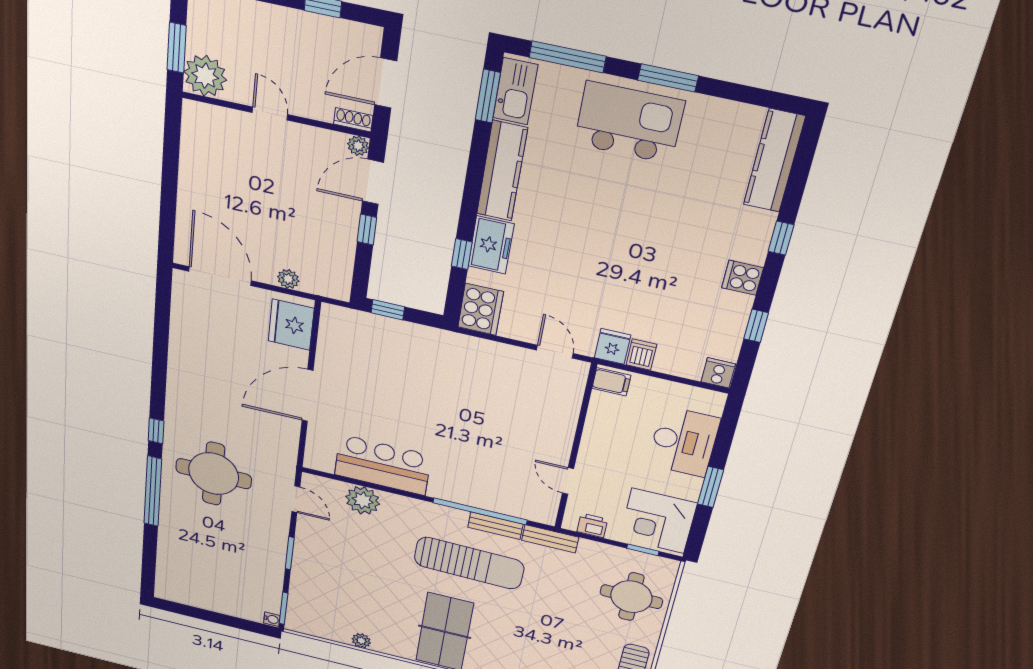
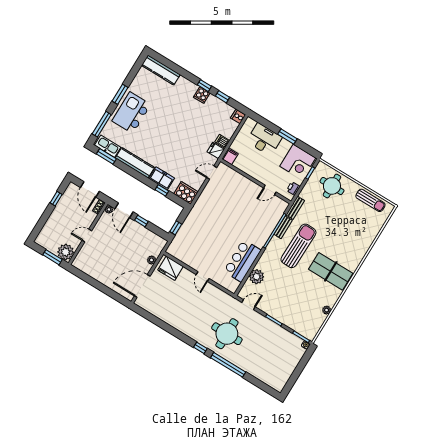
window: (781, 238) -> (204, 86), moved
door: (308, 396) -> (203, 276), width x0.53

